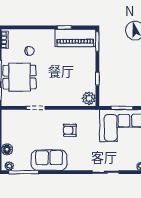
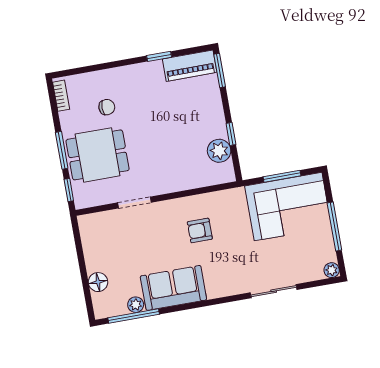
piano: (75, 38) -> (190, 66), width x0.73, depth x0.75
plant: (89, 98) -> (219, 151), moved
plant: (9, 166) -> (136, 305), moved

